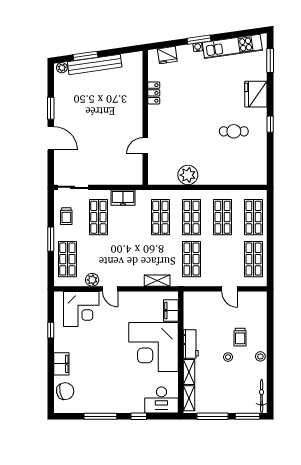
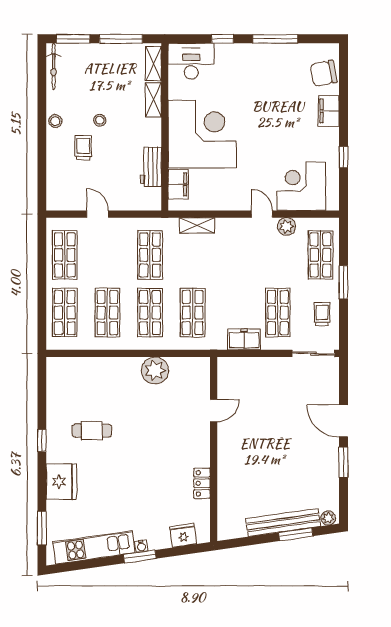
workbench: (191, 344) -> (151, 167), moved

